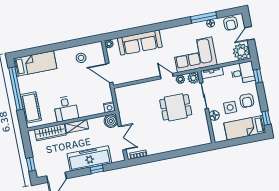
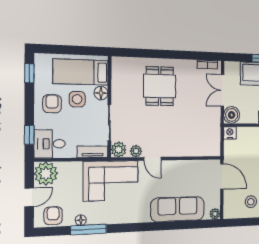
dining table: (176, 107) -> (160, 86), moved, turned 90
bed: (245, 128) -> (81, 72), moved, turned 180

